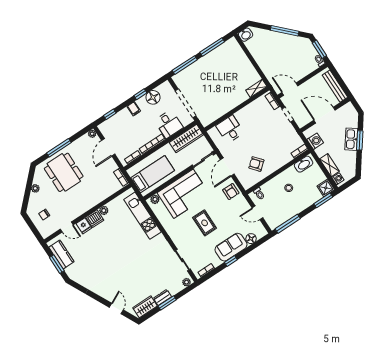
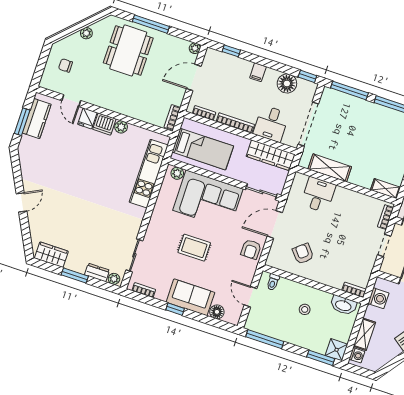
window: (140, 94) -> (307, 76), moved
shelving: (220, 111) -> (330, 168), added
rug: (205, 223) -> (194, 248), turned 90
dresser: (162, 297) -> (97, 273), moved
door: (116, 309) -> (21, 202), moved

